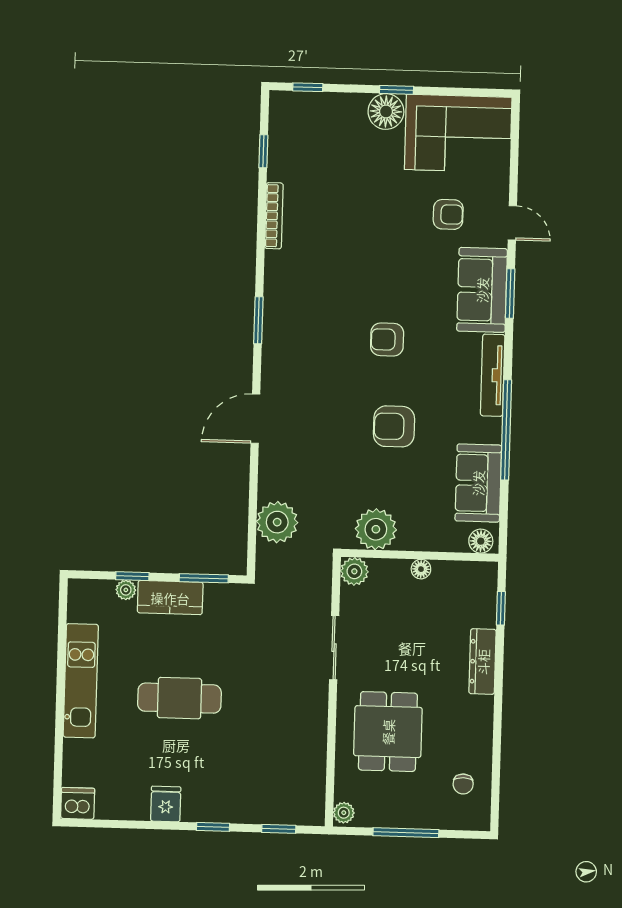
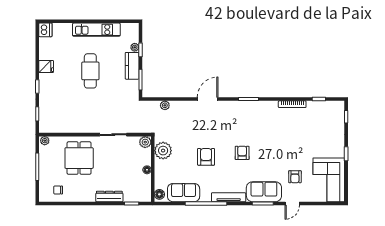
floor lamp: (386, 111) -> (337, 150), removed
door: (255, 419) -> (208, 99), hinge flipped
plant: (277, 522) -> (165, 105), width x0.53, depth x0.53
dining table: (388, 732) -> (79, 158), turned 90

